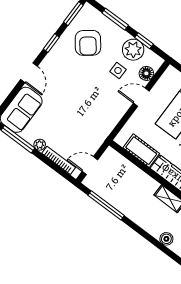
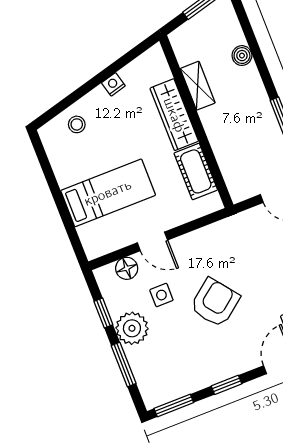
armchair: (88, 43) -> (215, 303), moved
plant: (133, 50) -> (132, 328), moved
boiler: (166, 239) -> (242, 56), moved

